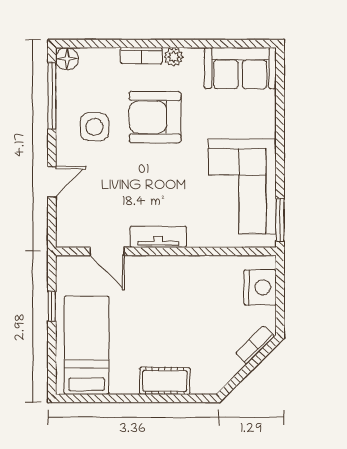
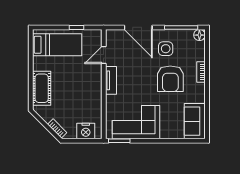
plant: (174, 57) -> (200, 88), removed
armchair: (155, 117) -> (170, 79), turned 180
door: (52, 182) -> (138, 27), width x1.88
cot: (165, 381) -> (42, 88), width x1.37, depth x1.34

